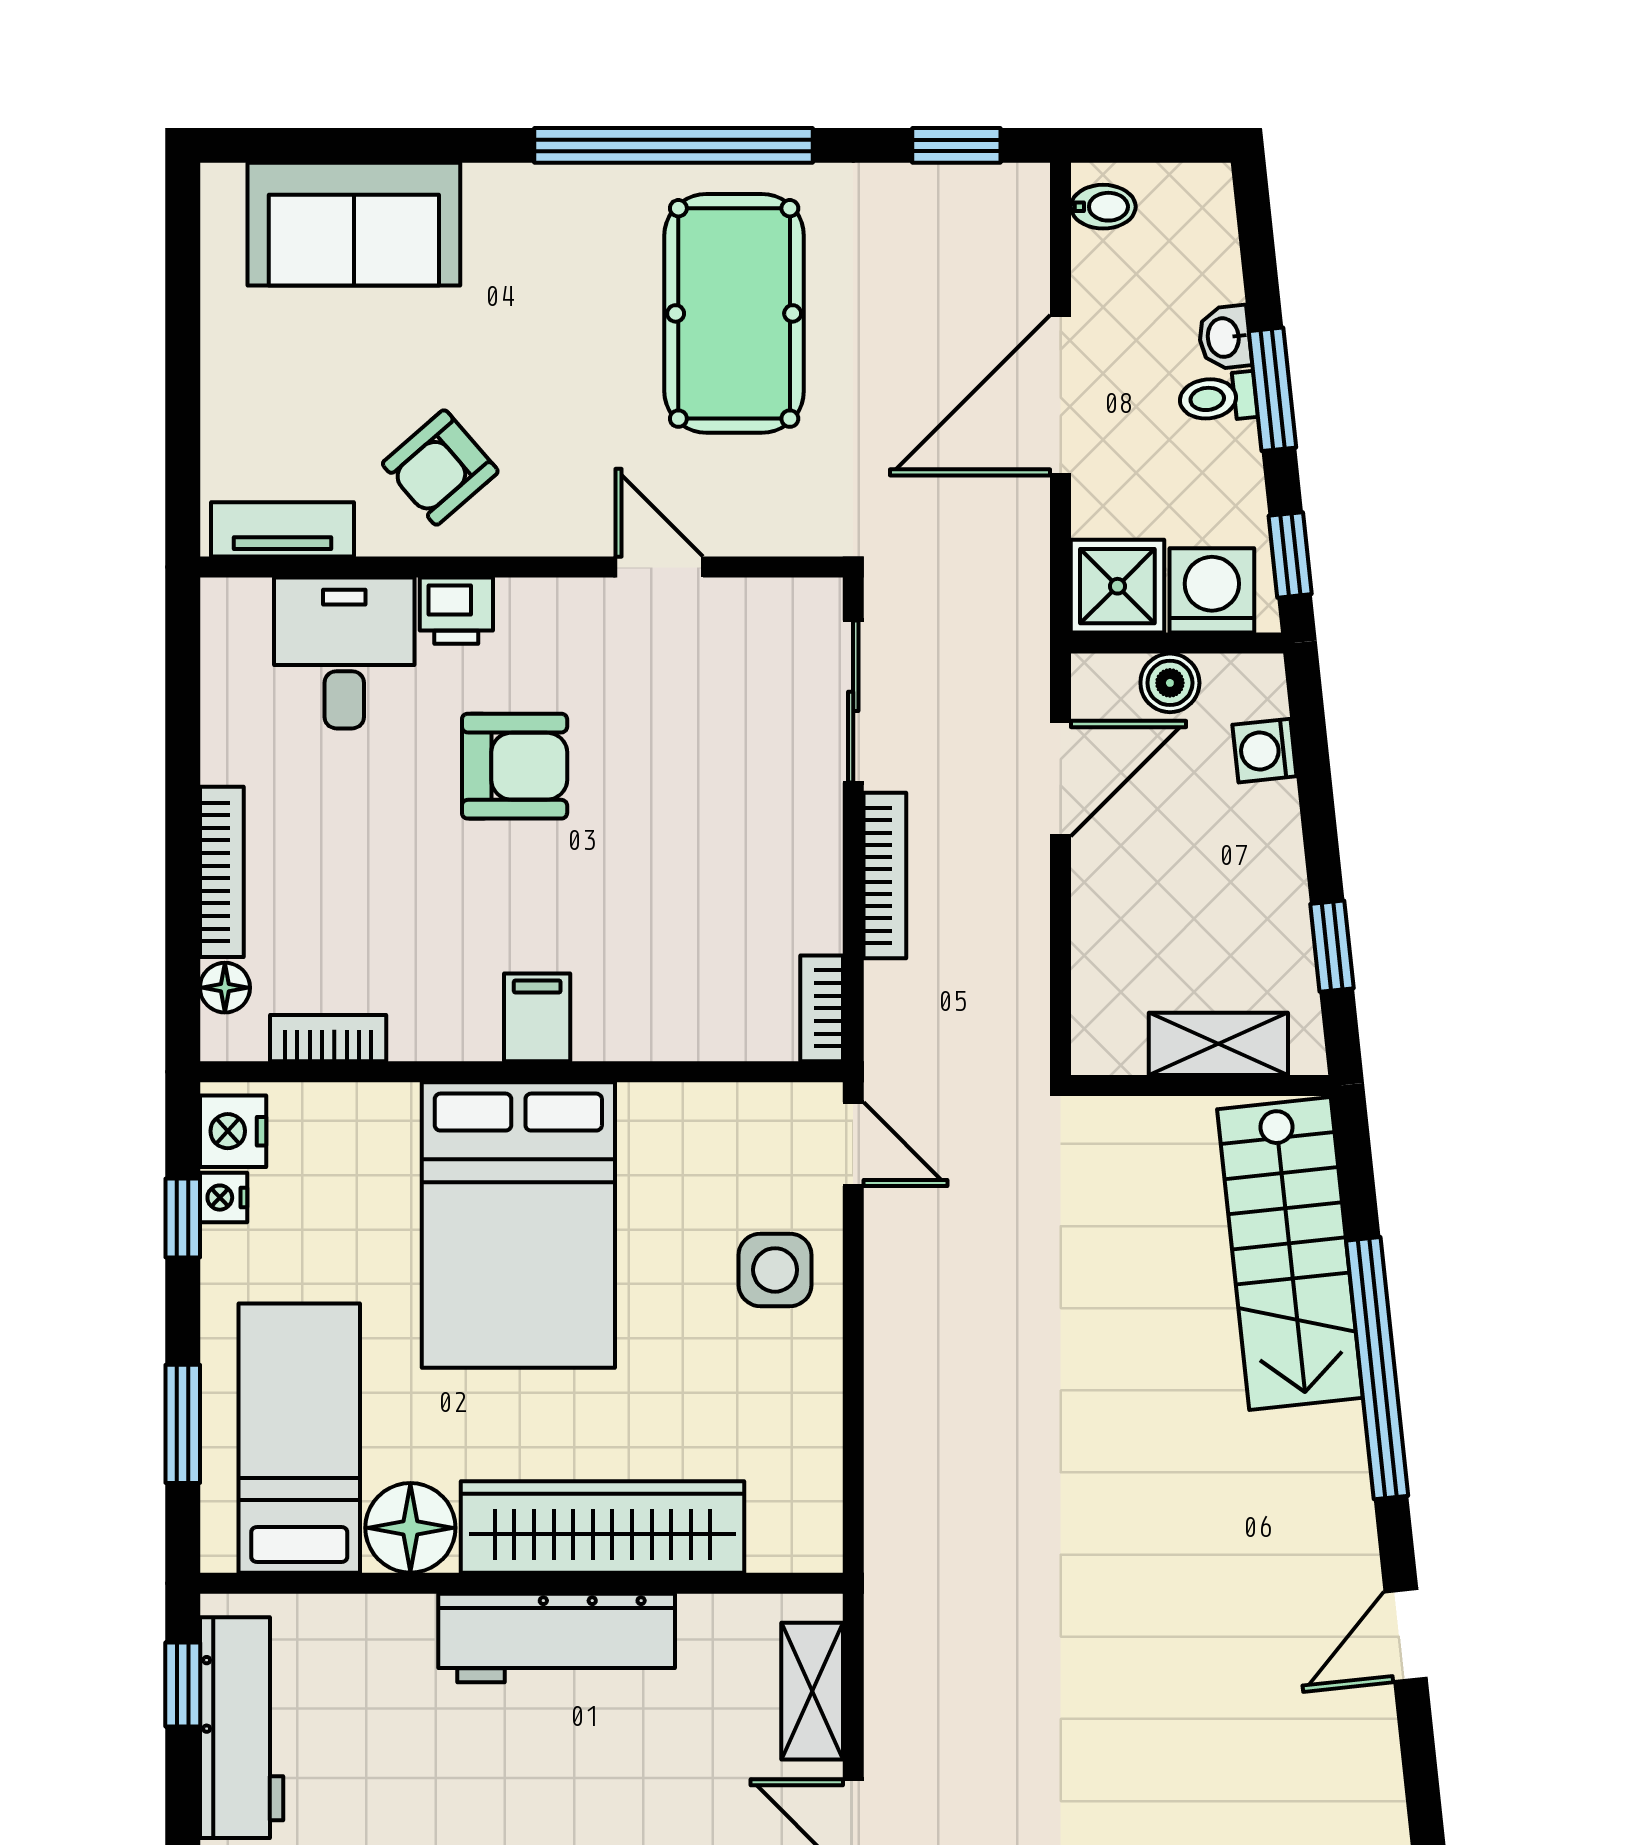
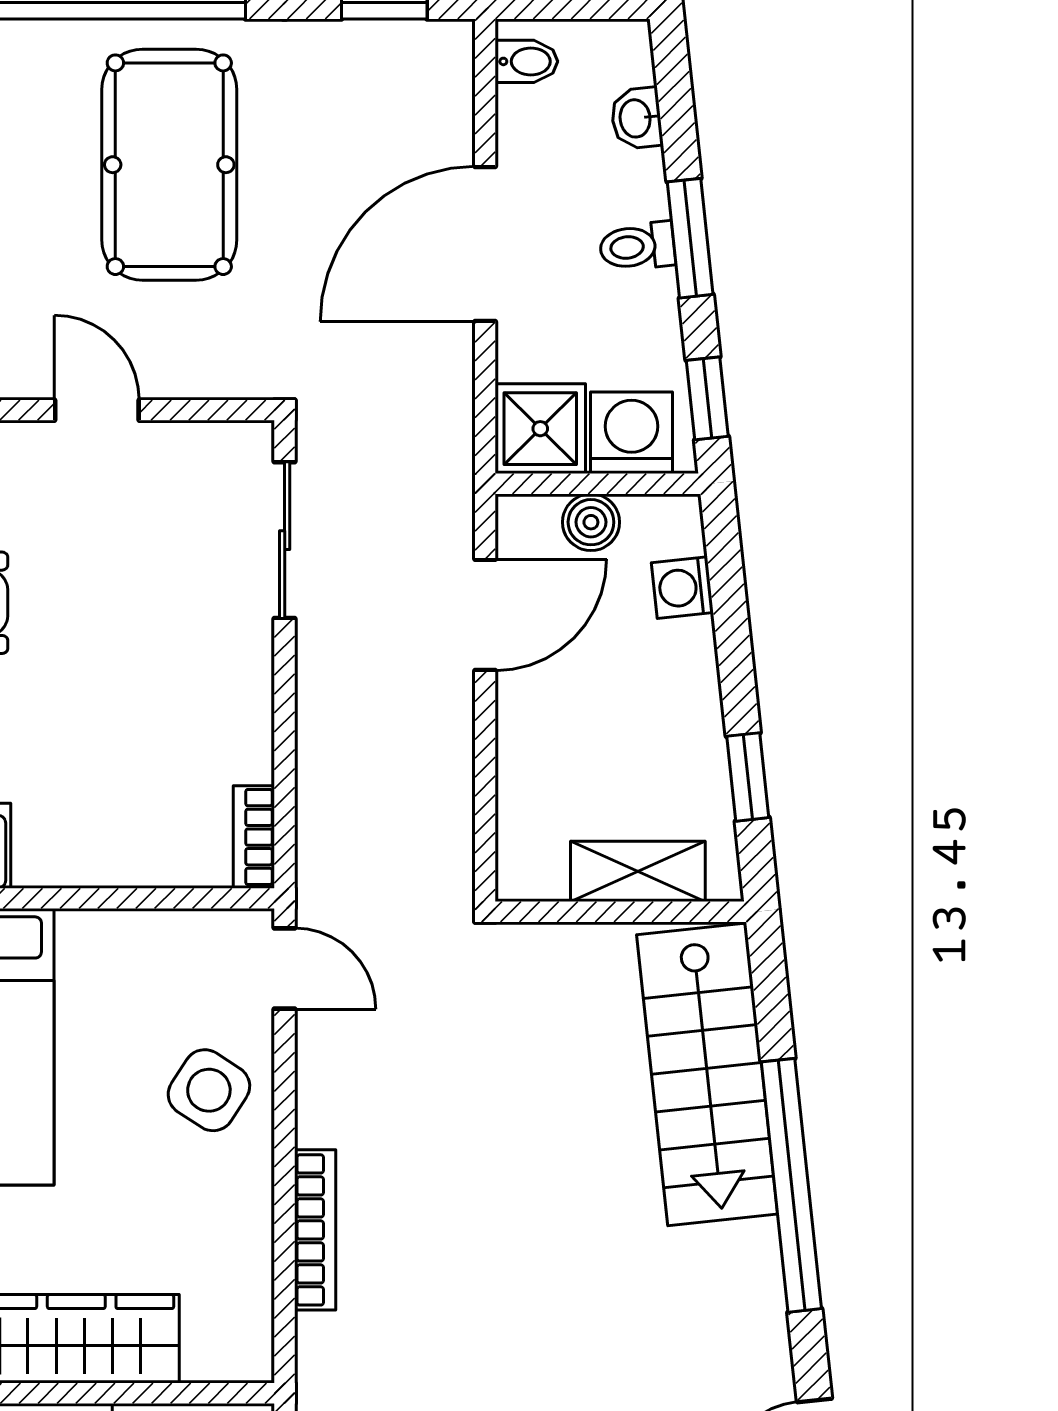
washbasin: (1225, 337) -> (637, 118), moved
bookcase: (885, 875) -> (315, 1230), moved
side table: (775, 1270) -> (209, 1090), turned 33

